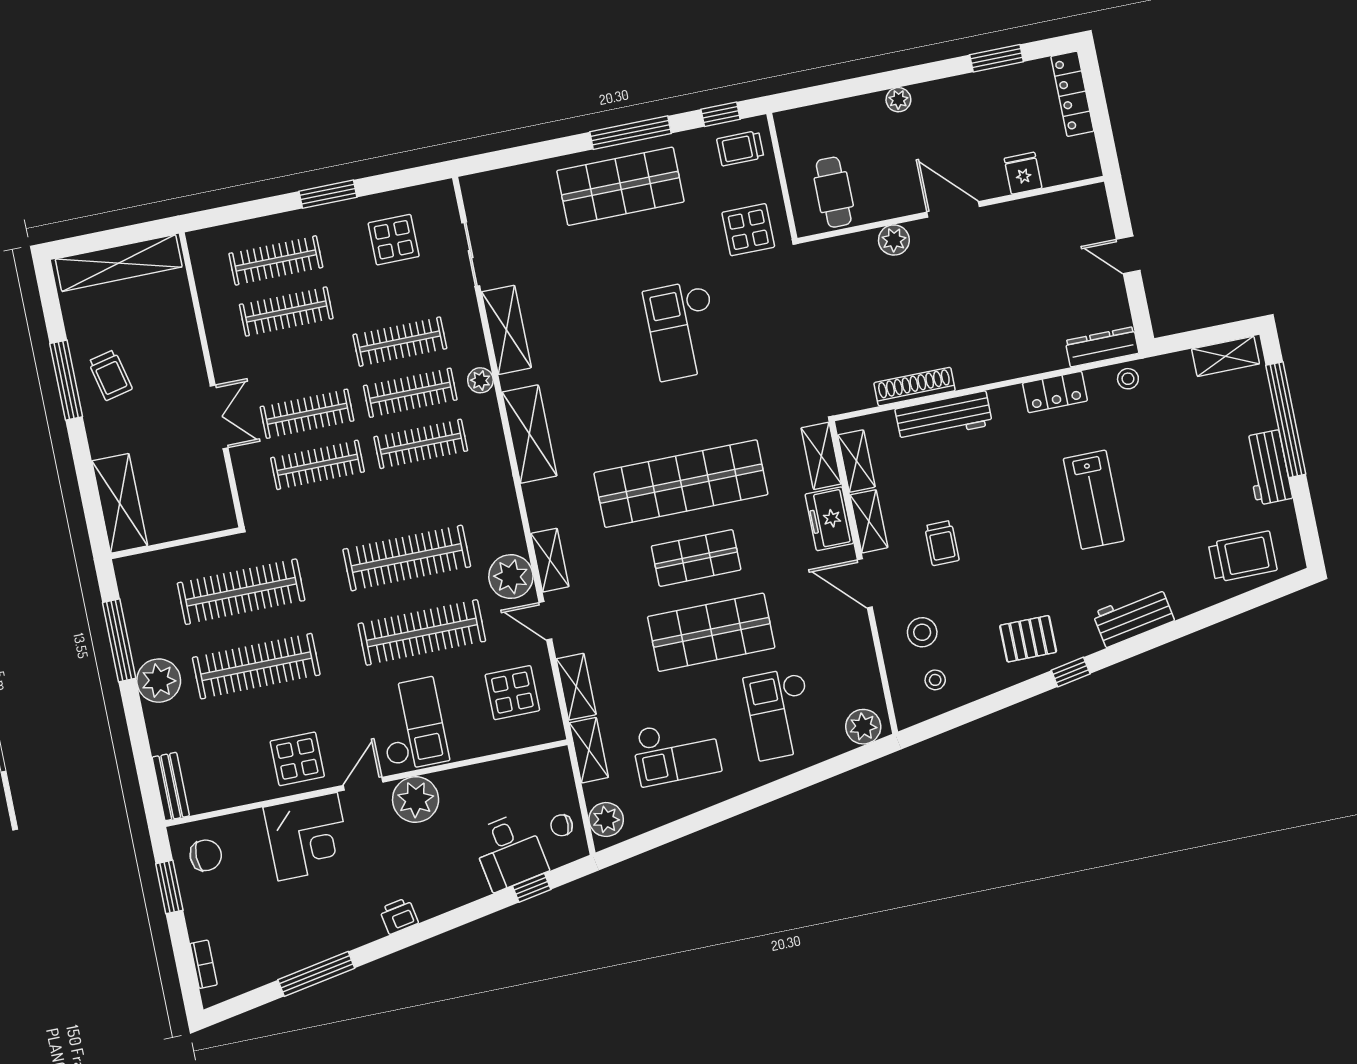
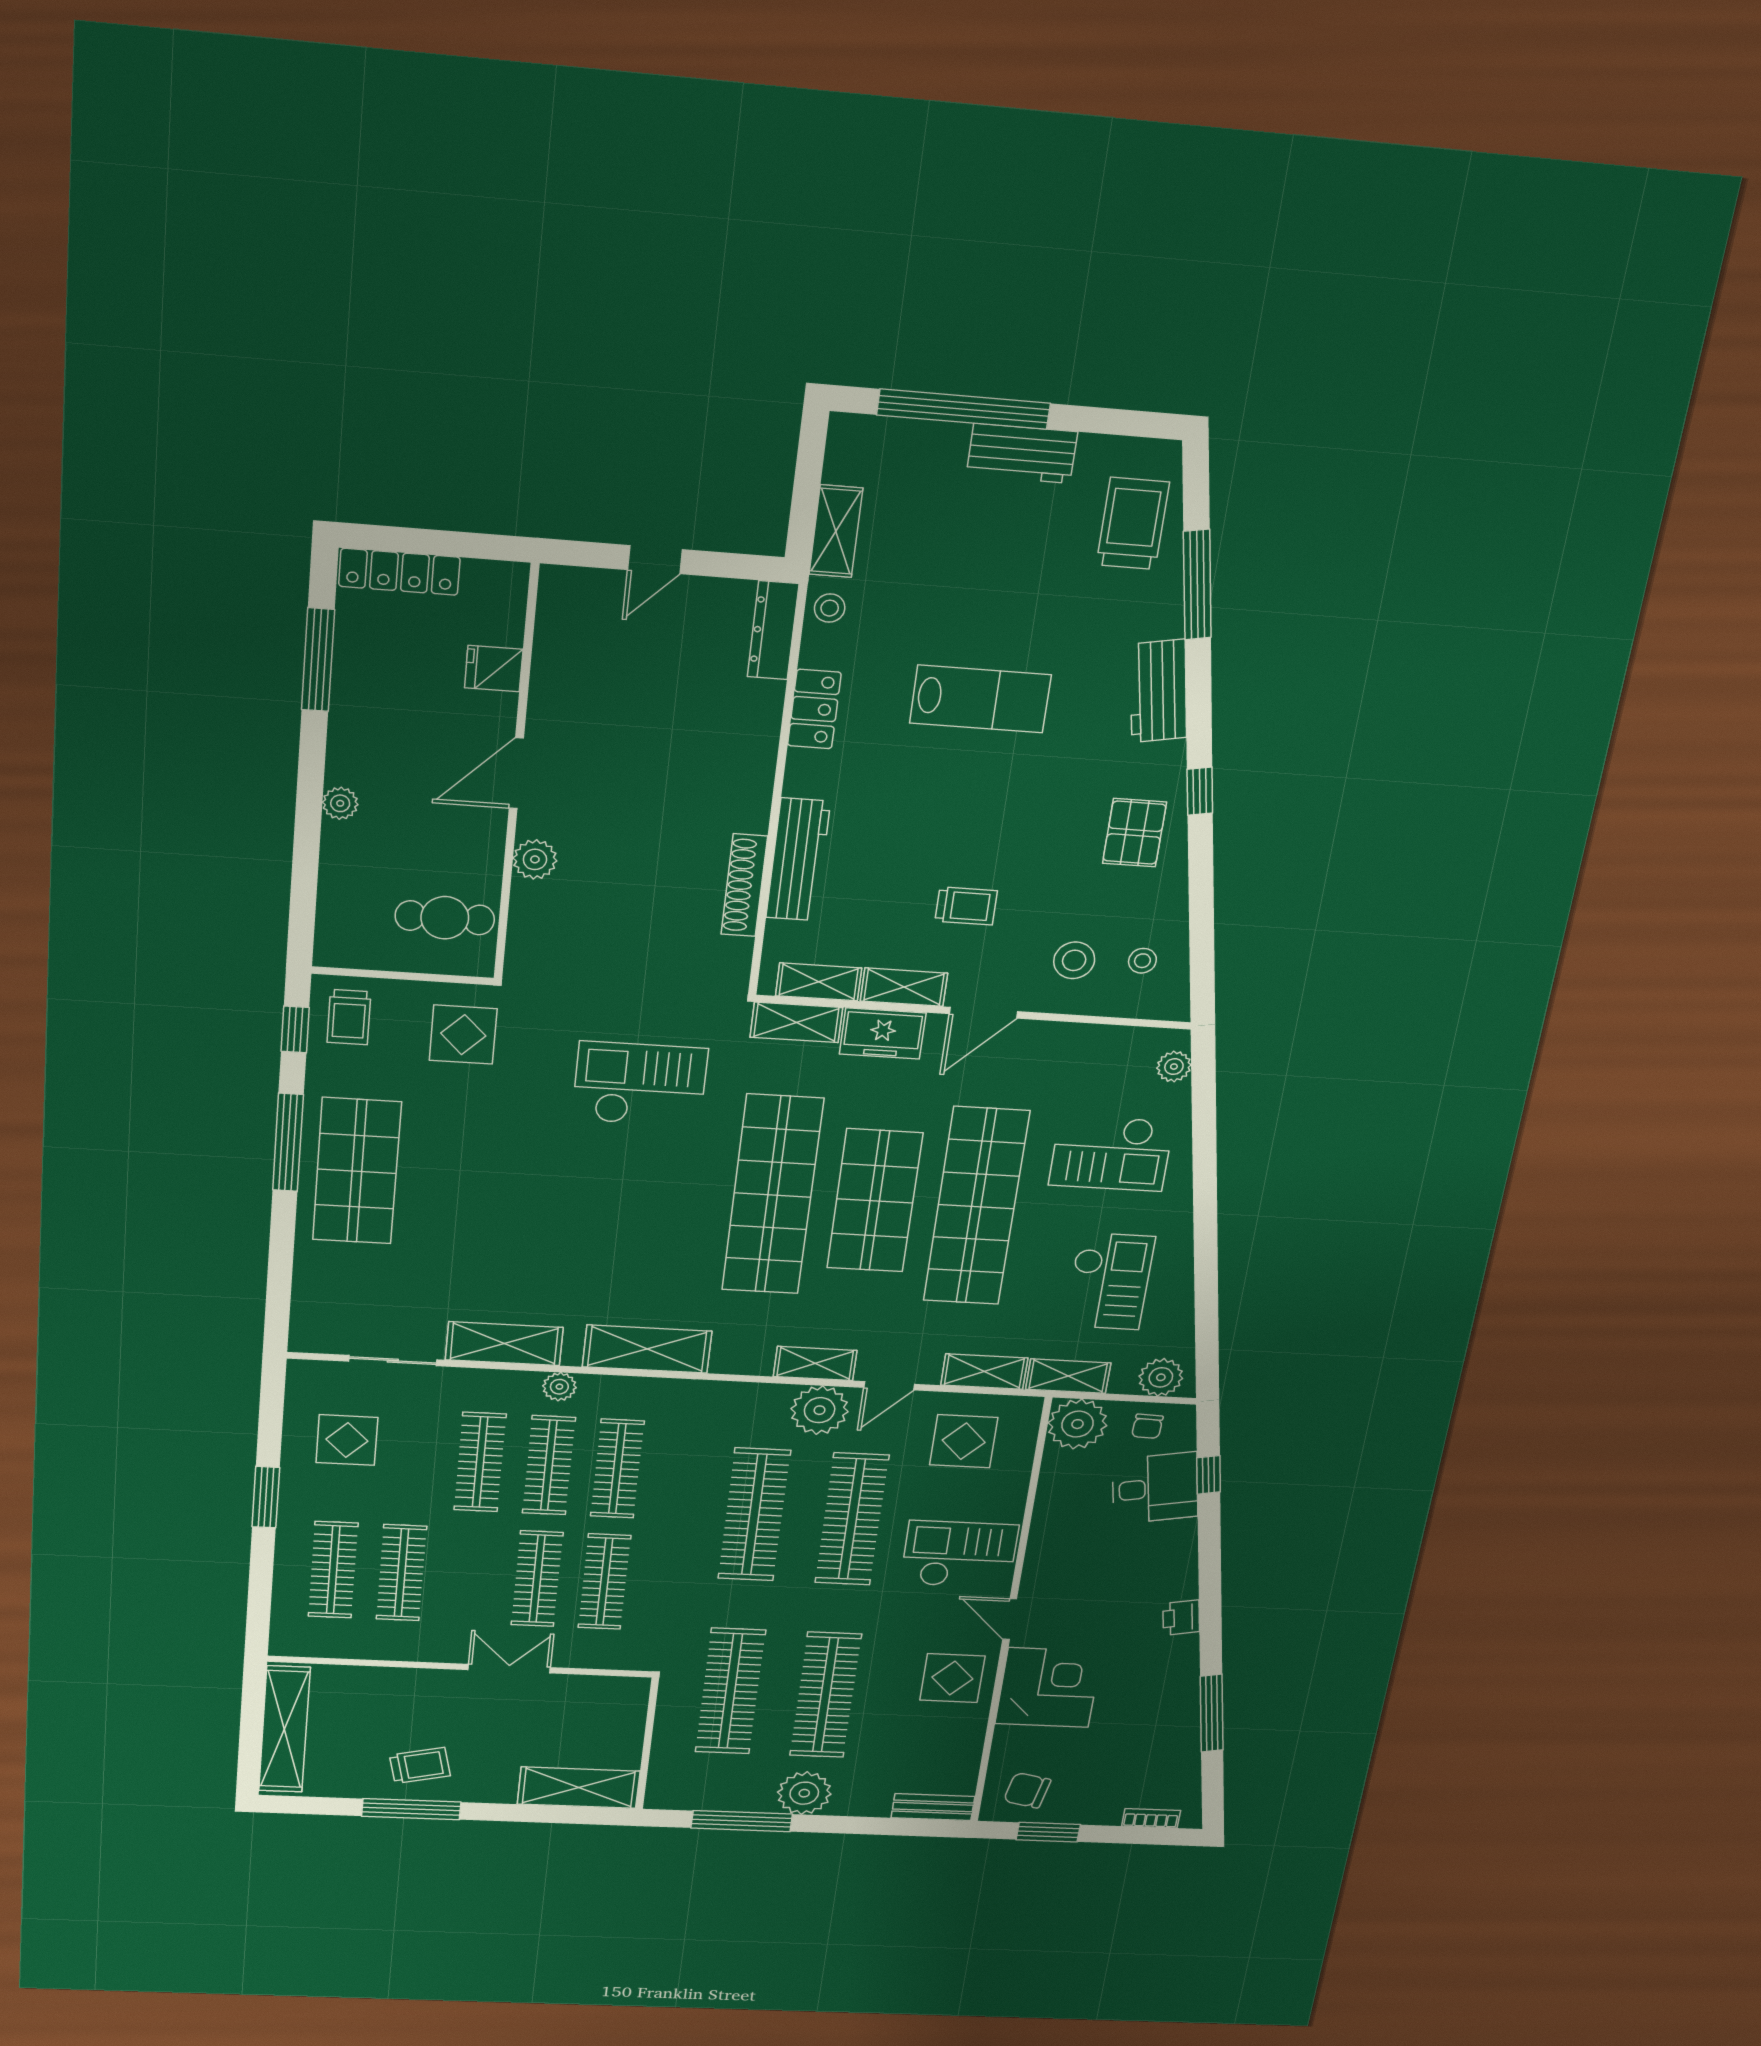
window: (997, 58) -> (318, 660), width x1.44
checkout: (683, 330) -> (640, 1084), moved, turned 180
shelving: (1226, 356) -> (836, 531), moved
shop shelf: (696, 558) -> (875, 1201), width x1.43, depth x1.36
window: (1214, 615) -> (1197, 585), added
shop shelf: (711, 632) -> (976, 1206), width x1.40
plant: (863, 727) -> (1174, 1067), width x0.73, depth x0.73
plant: (416, 799) -> (1077, 1424), moved
chair: (206, 855) -> (1027, 1790), turned -78

